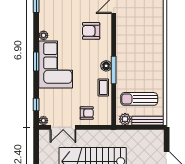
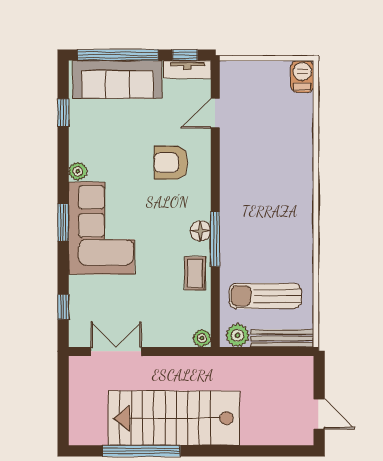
armchair: (87, 113) -> (162, 323), removed
plant: (43, 121) -> (202, 338), moved
double door: (63, 127) -> (116, 351), swing flipped

